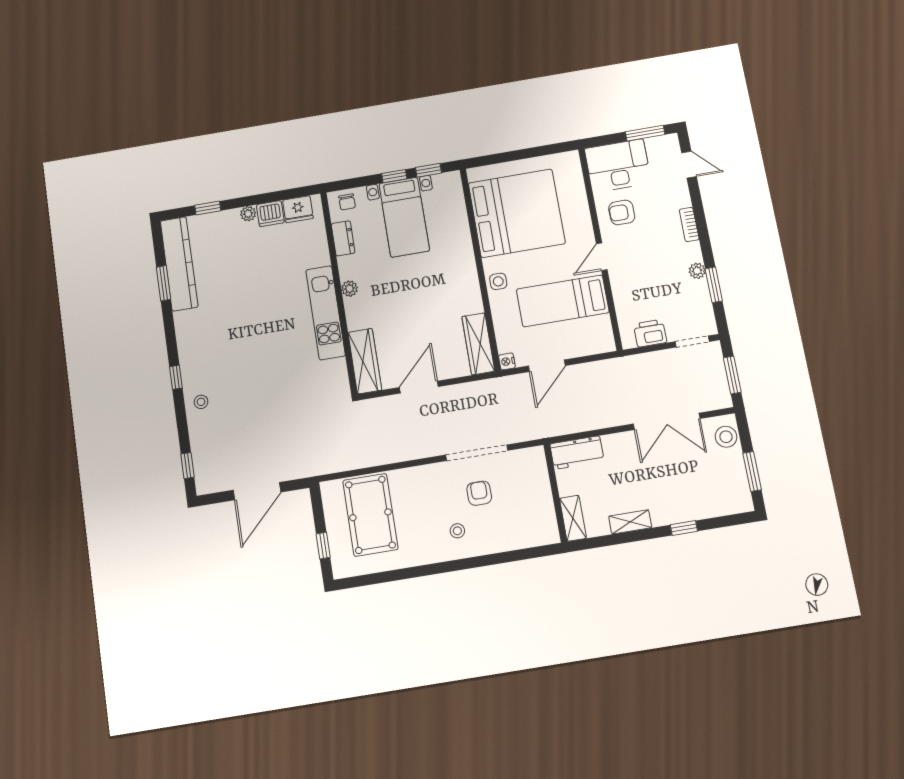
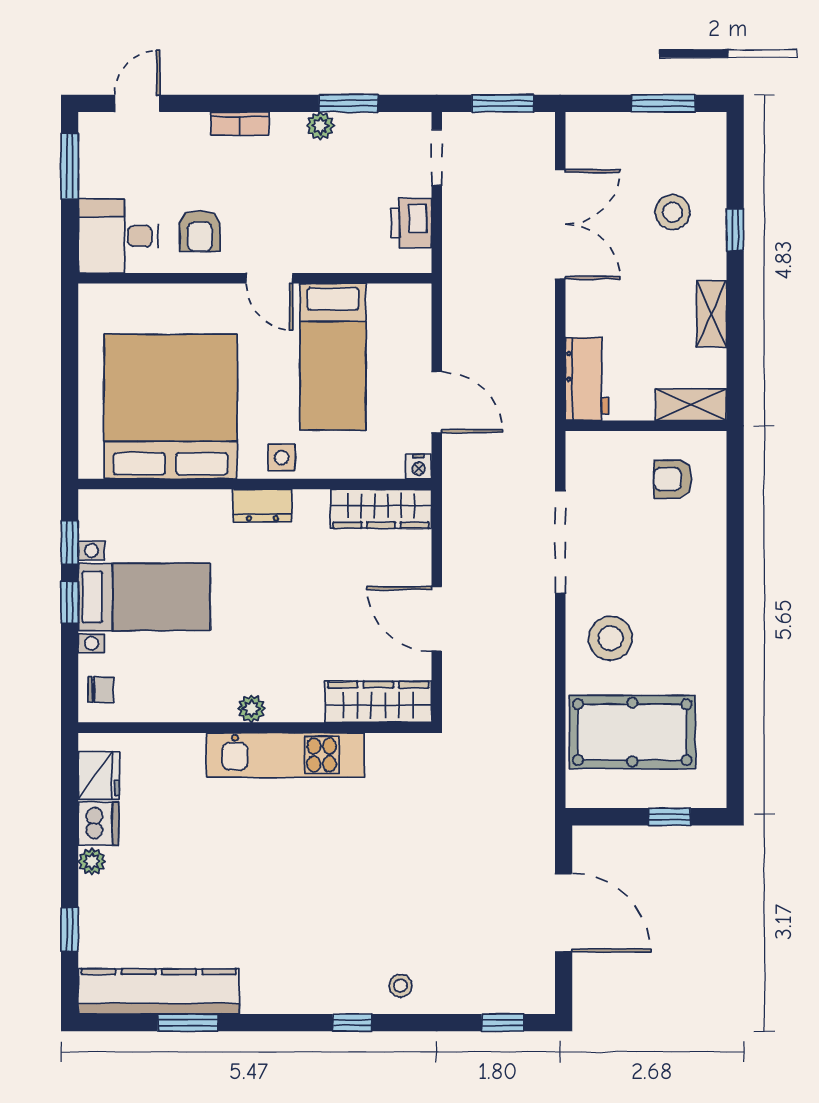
desk: (618, 166) -> (118, 236), width x0.73
dresser: (343, 238) -> (262, 506), moved, turned 180
stool: (726, 437) -> (673, 212), moved
armchair: (479, 493) -> (673, 479), moved
stool: (457, 531) -> (611, 638), moved, width x1.89, depth x1.89

